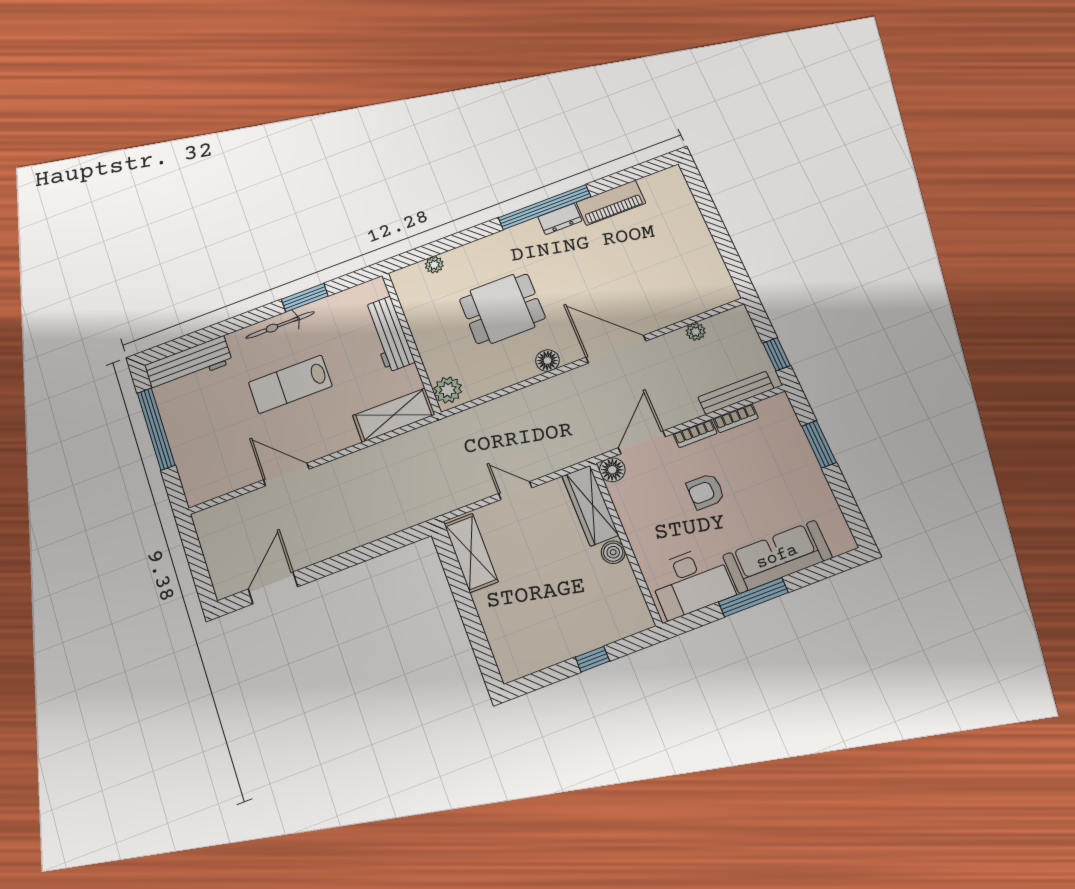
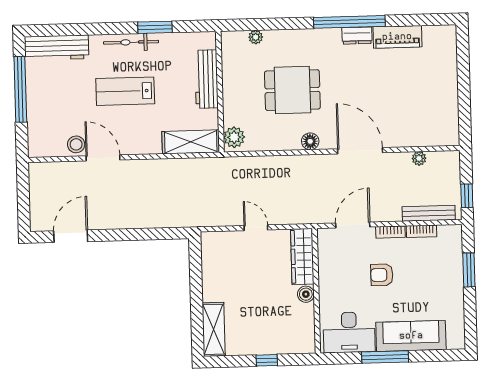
stool: (246, 470) -> (76, 144), added
floor lamp: (612, 470) -> (326, 237), removed
shelving: (471, 553) -> (214, 329), moved

